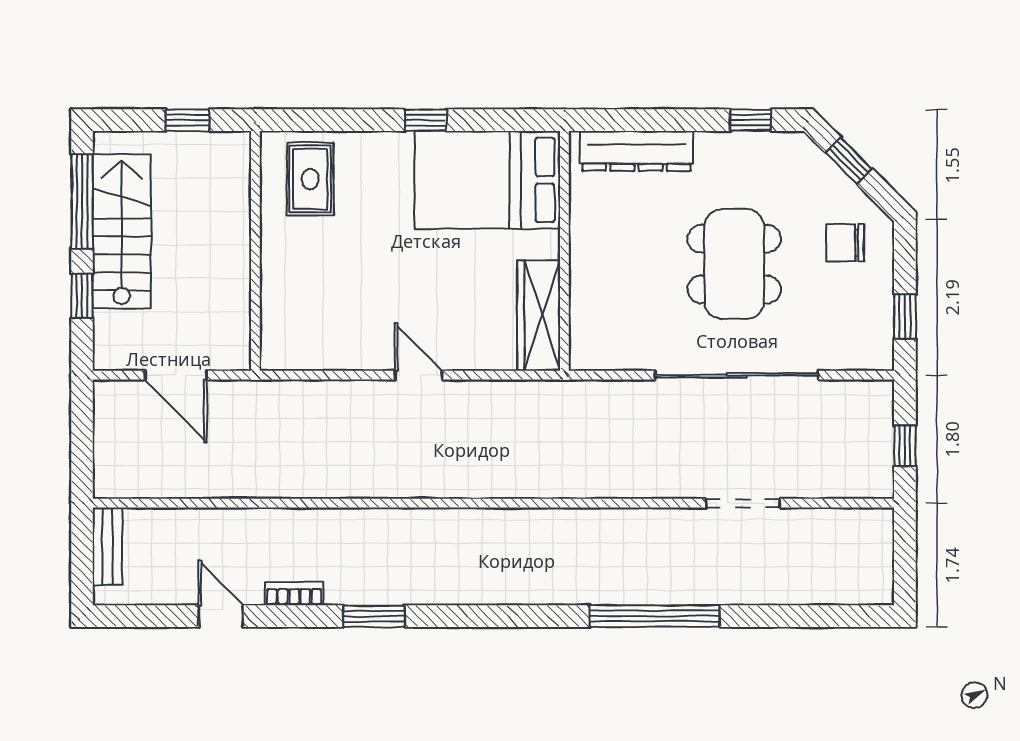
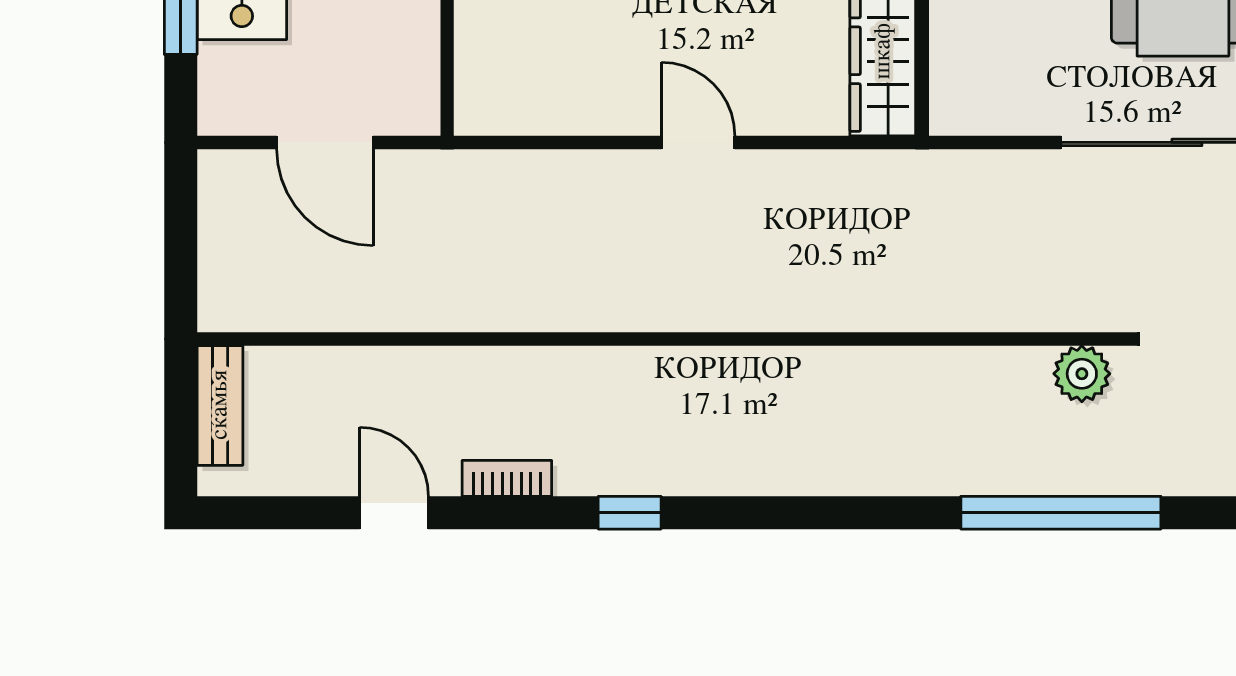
plant: (668, 526) -> (1082, 374), added
window: (374, 616) -> (630, 513), width x0.67

